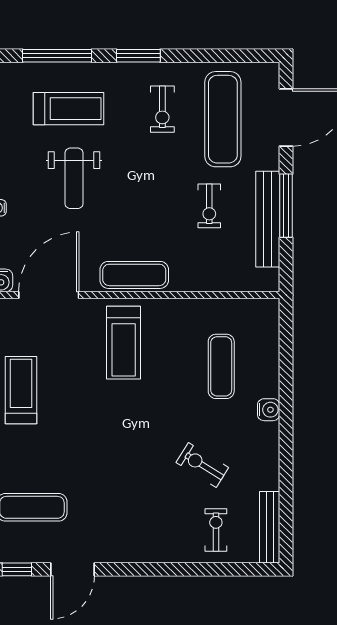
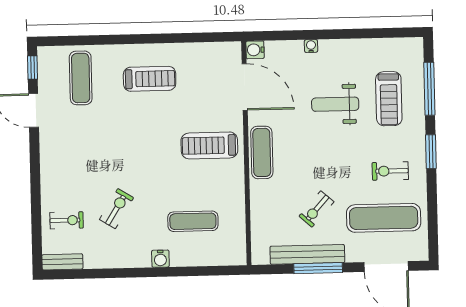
exercise bike: (209, 206) -> (316, 209), turned -48
treadmill: (21, 390) -> (150, 79), moved
bench: (270, 527) -> (62, 262), width x0.73

